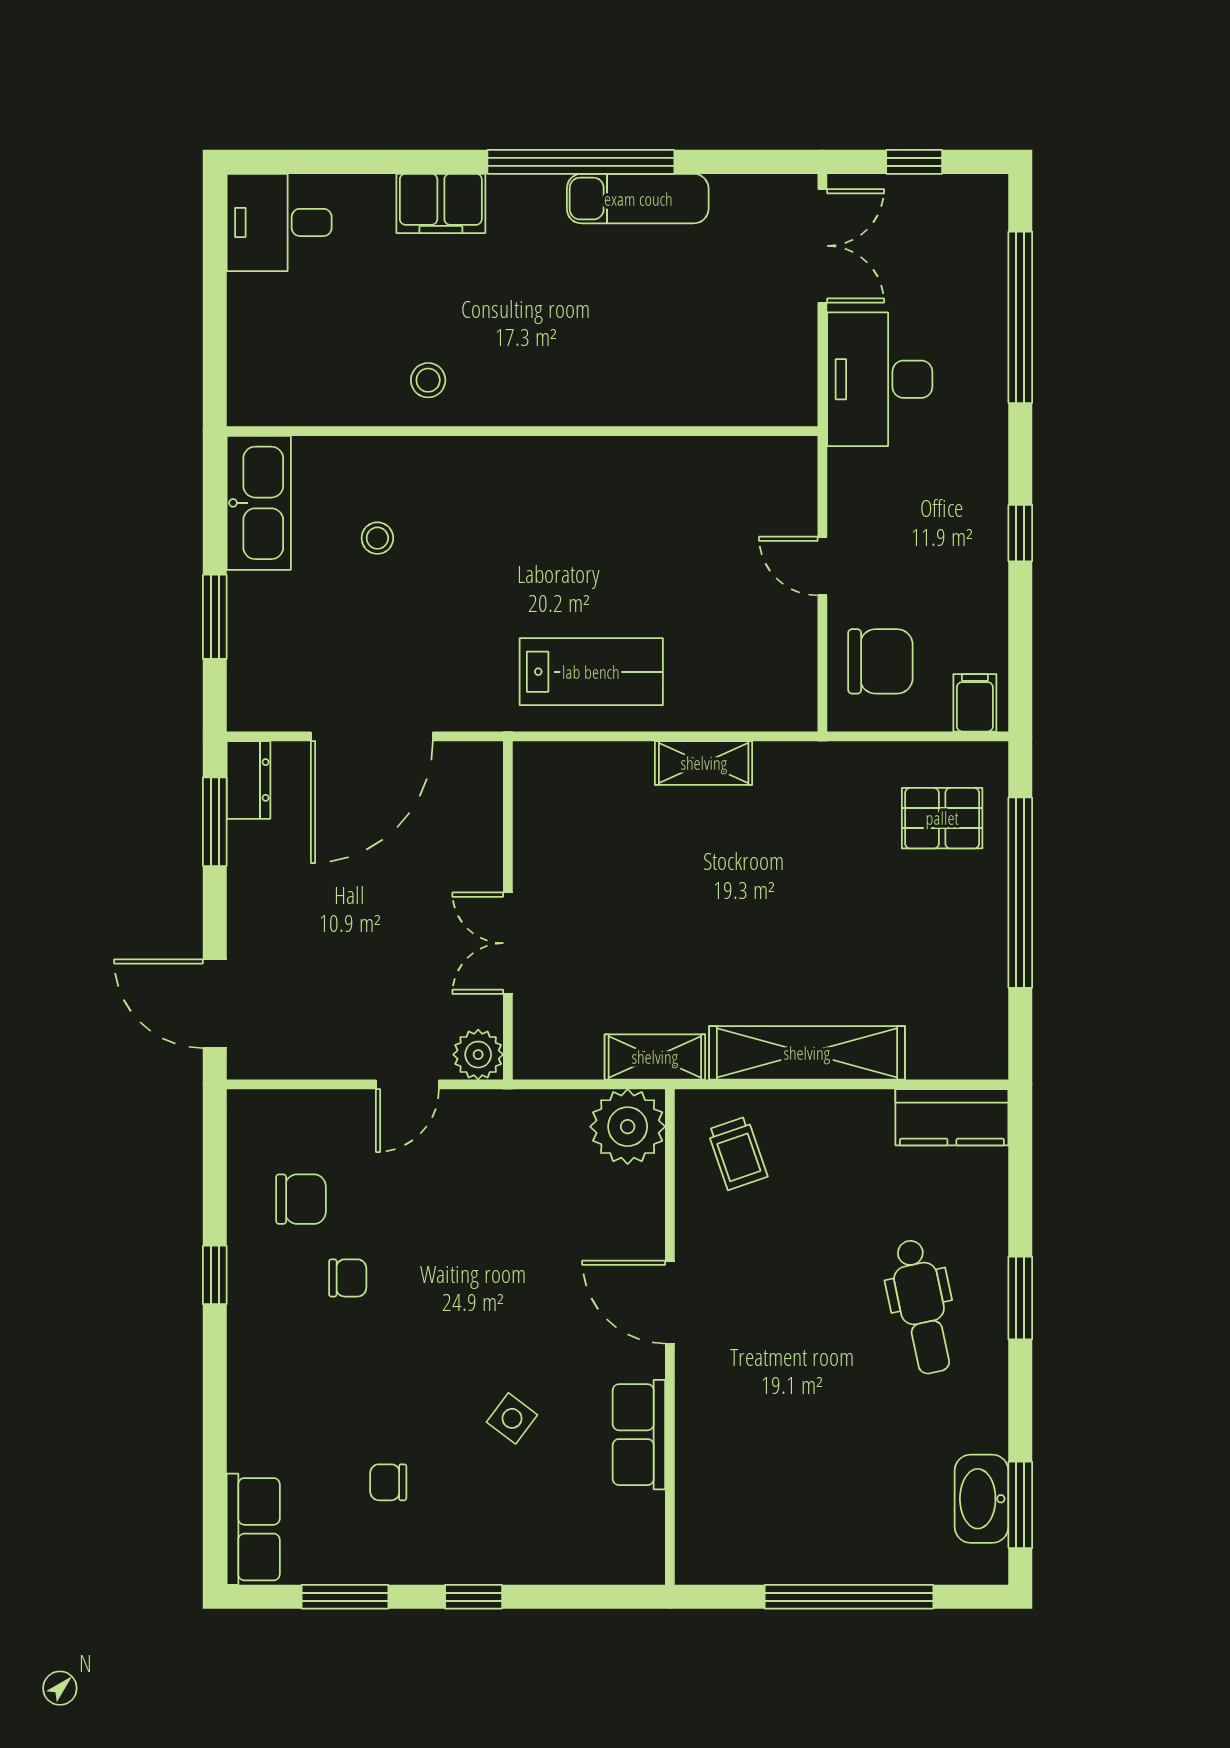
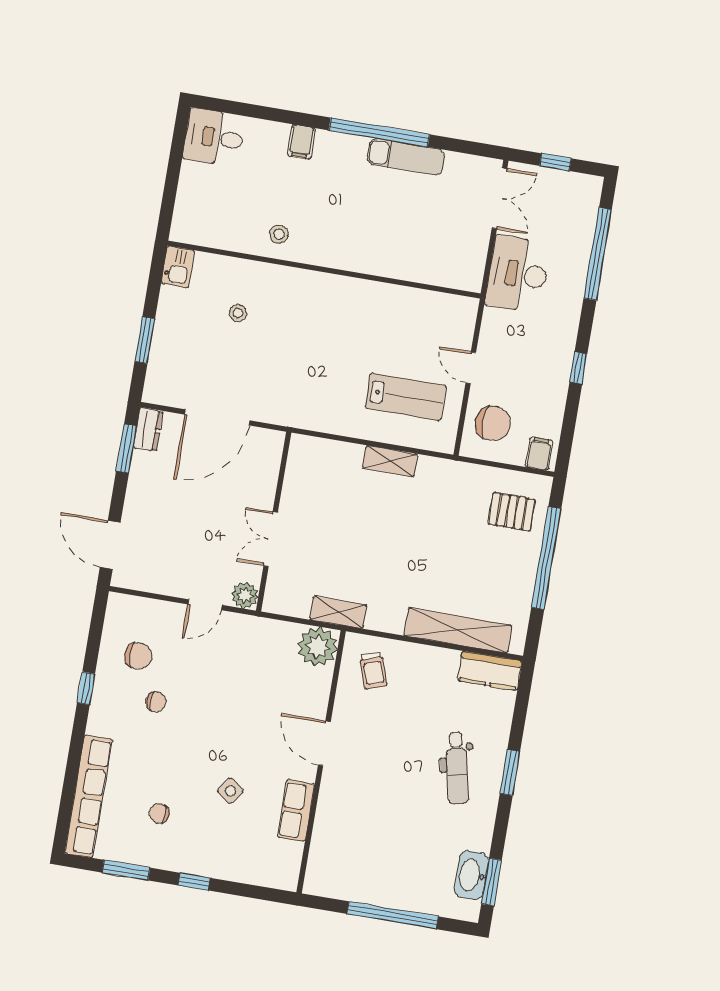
filing cabinet: (441, 203) -> (301, 142), width x0.50
kitchen sink: (259, 503) -> (178, 267), width x0.53, depth x0.81
lab bench: (591, 672) -> (406, 397), moved
shelving: (807, 1053) -> (458, 630), moved
row of seats: (253, 1529) -> (89, 796), width x2.02

